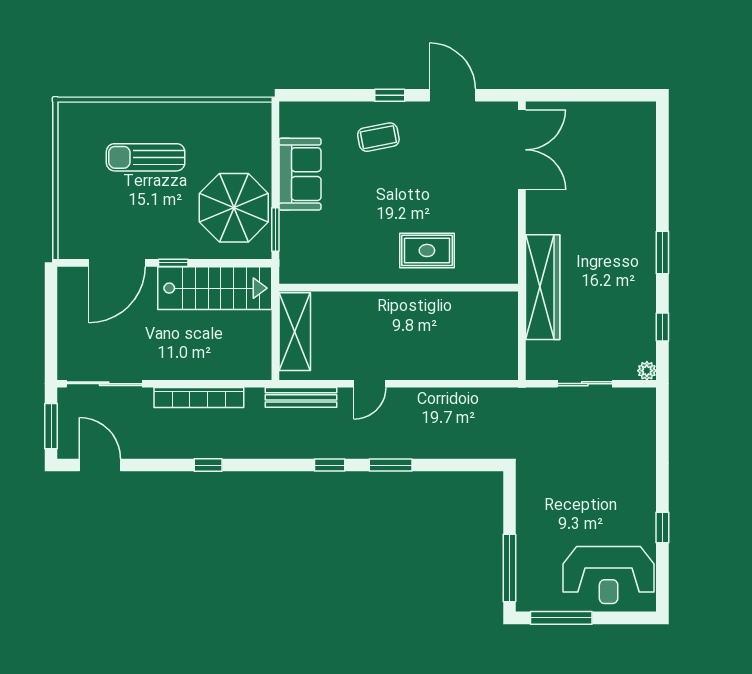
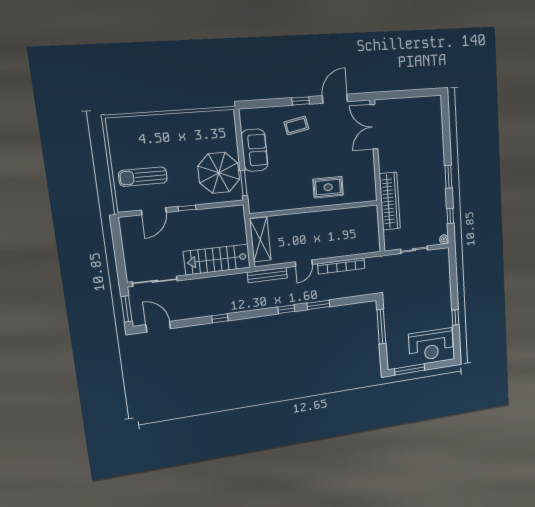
door: (452, 95) -> (335, 99), hinge flipped
double door: (522, 150) -> (374, 127), swing flipped
sun lounger: (146, 157) -> (143, 177), moved
door: (117, 263) -> (154, 211), width x0.73
stairs: (215, 288) -> (217, 260), moved, turned 180
bookcase: (199, 398) -> (341, 266), moved
window: (510, 568) -> (381, 327), moved

